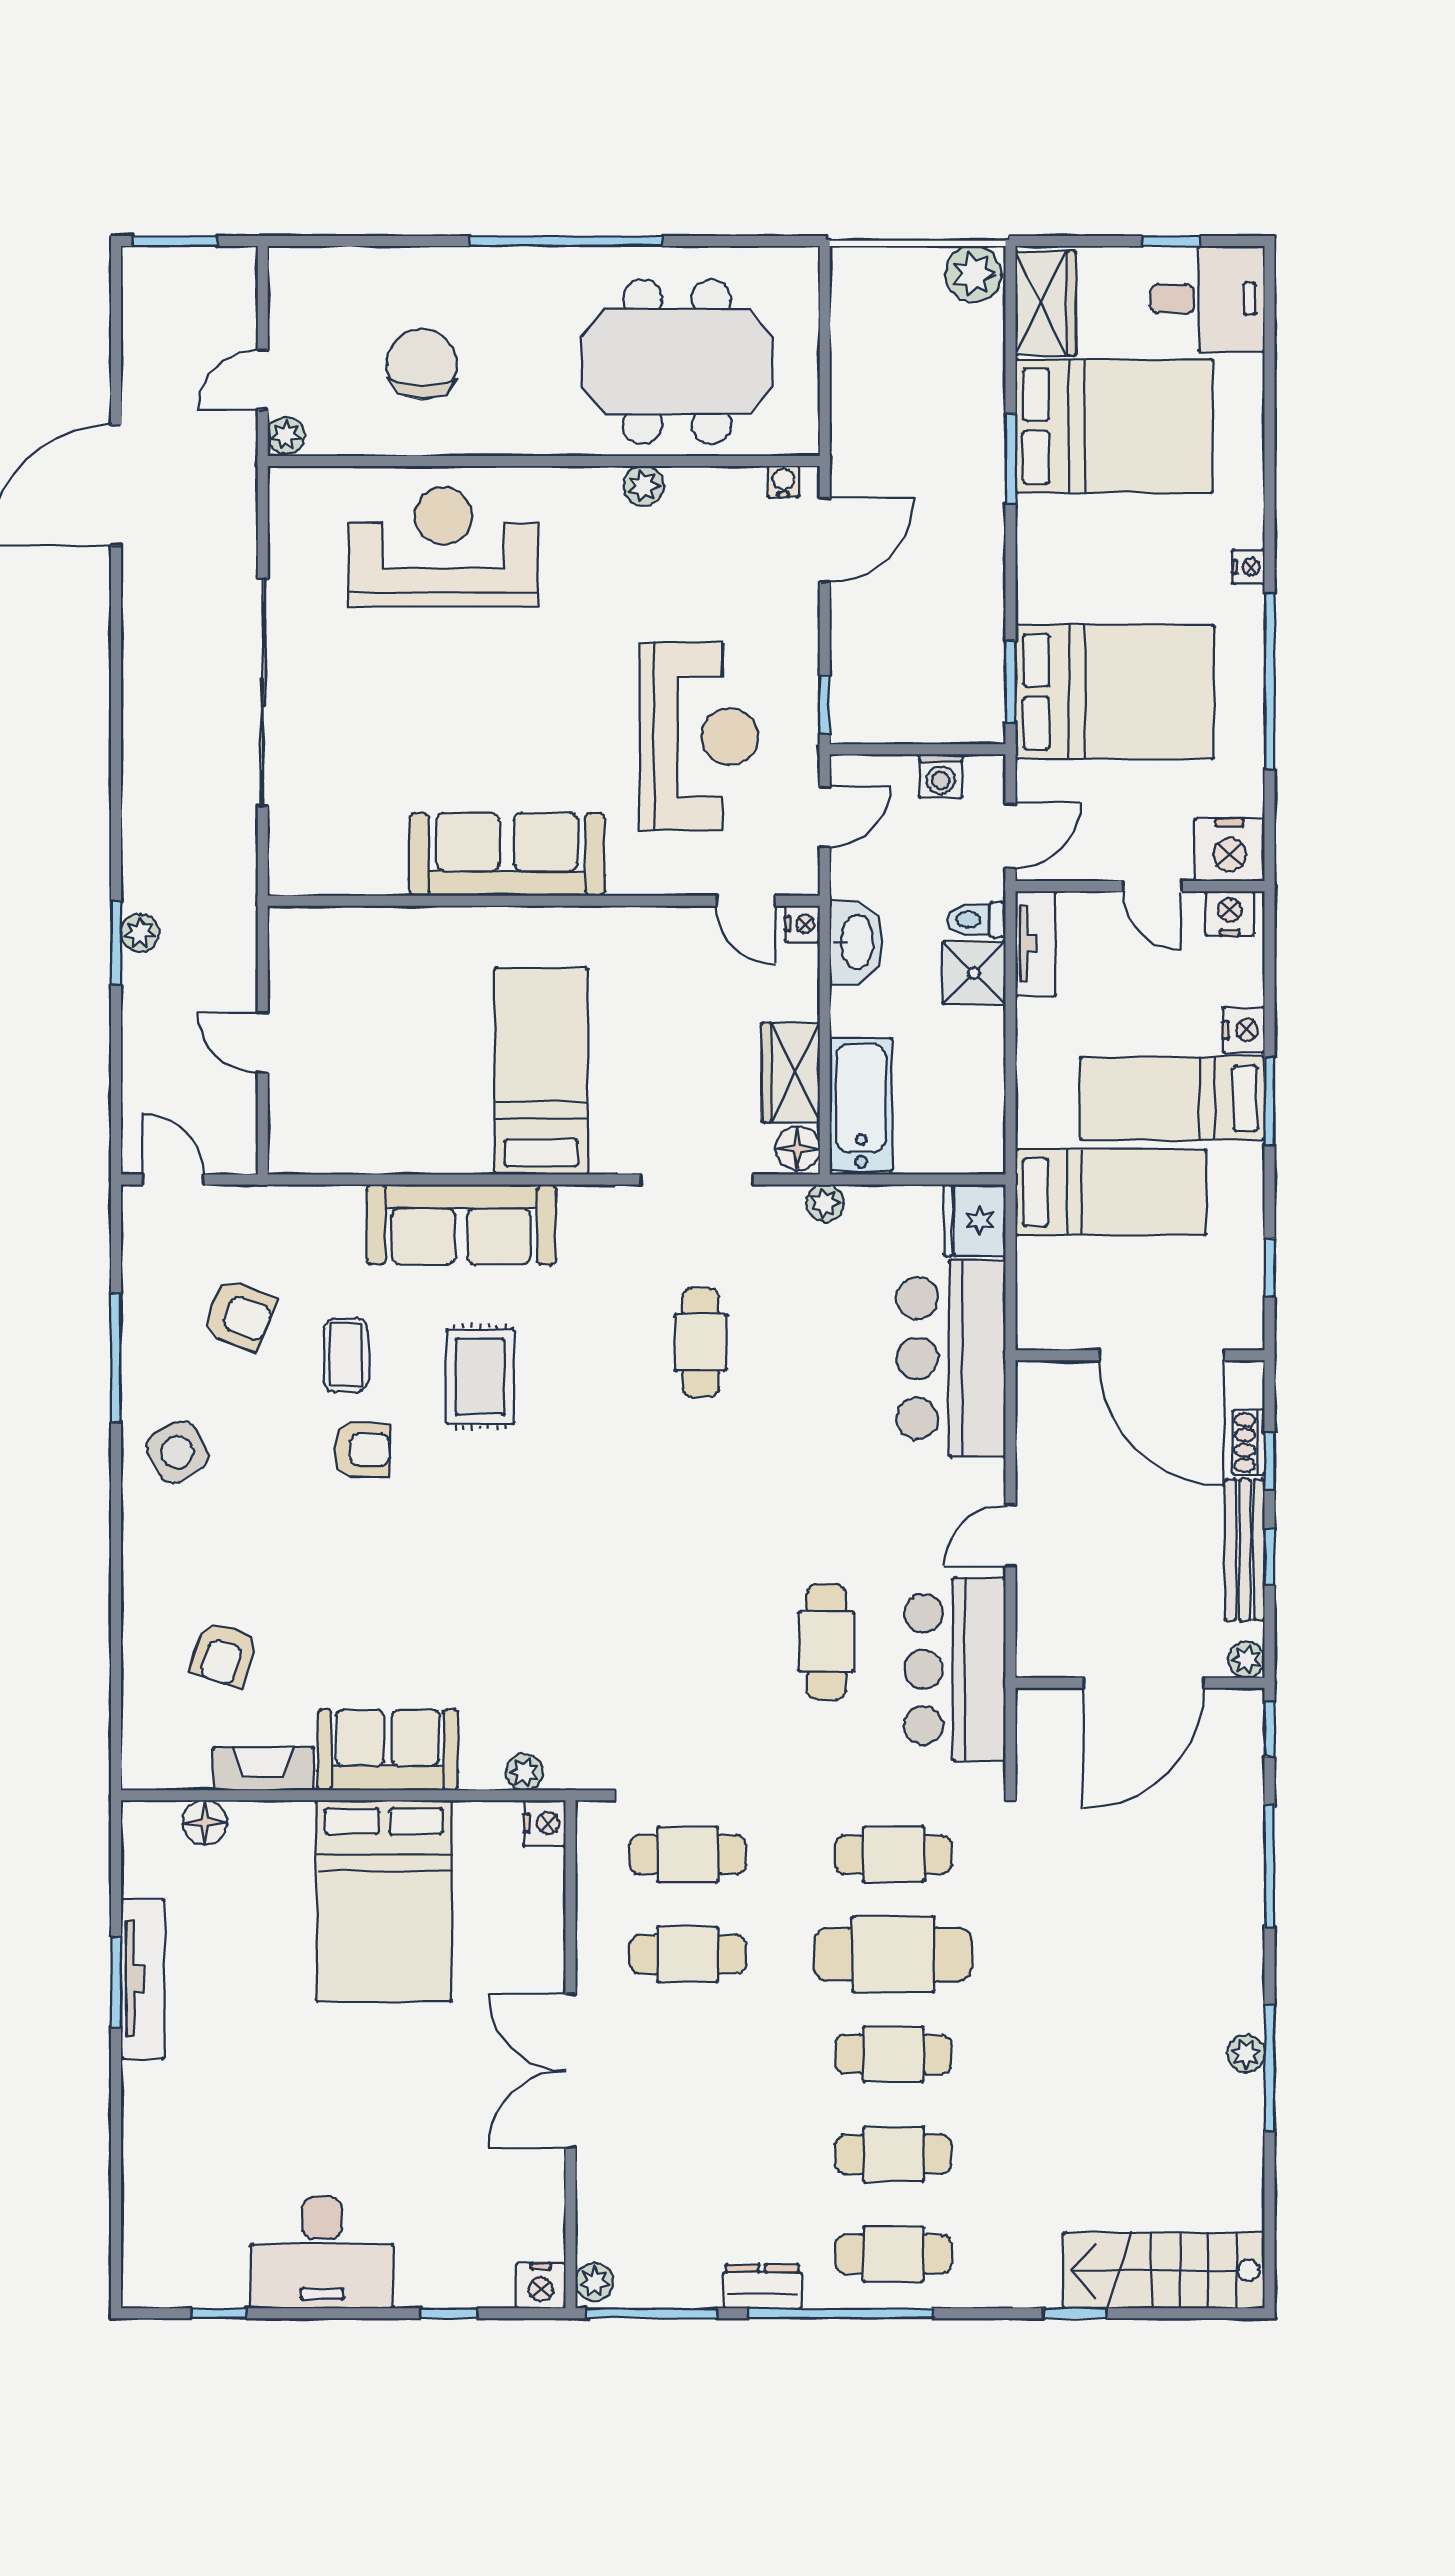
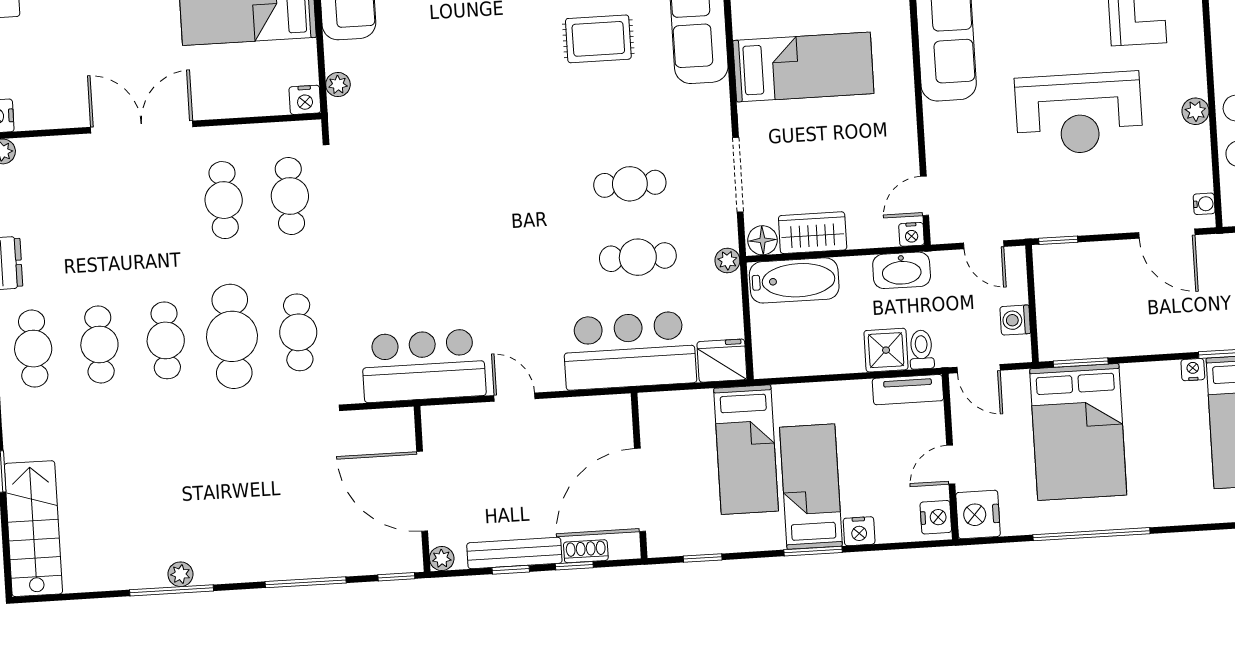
nightstand: (1248, 567) -> (1193, 370), moved, turned 180
reception desk: (699, 737) -> (1079, 113), moved
cafe table: (826, 1642) -> (638, 257), moved

